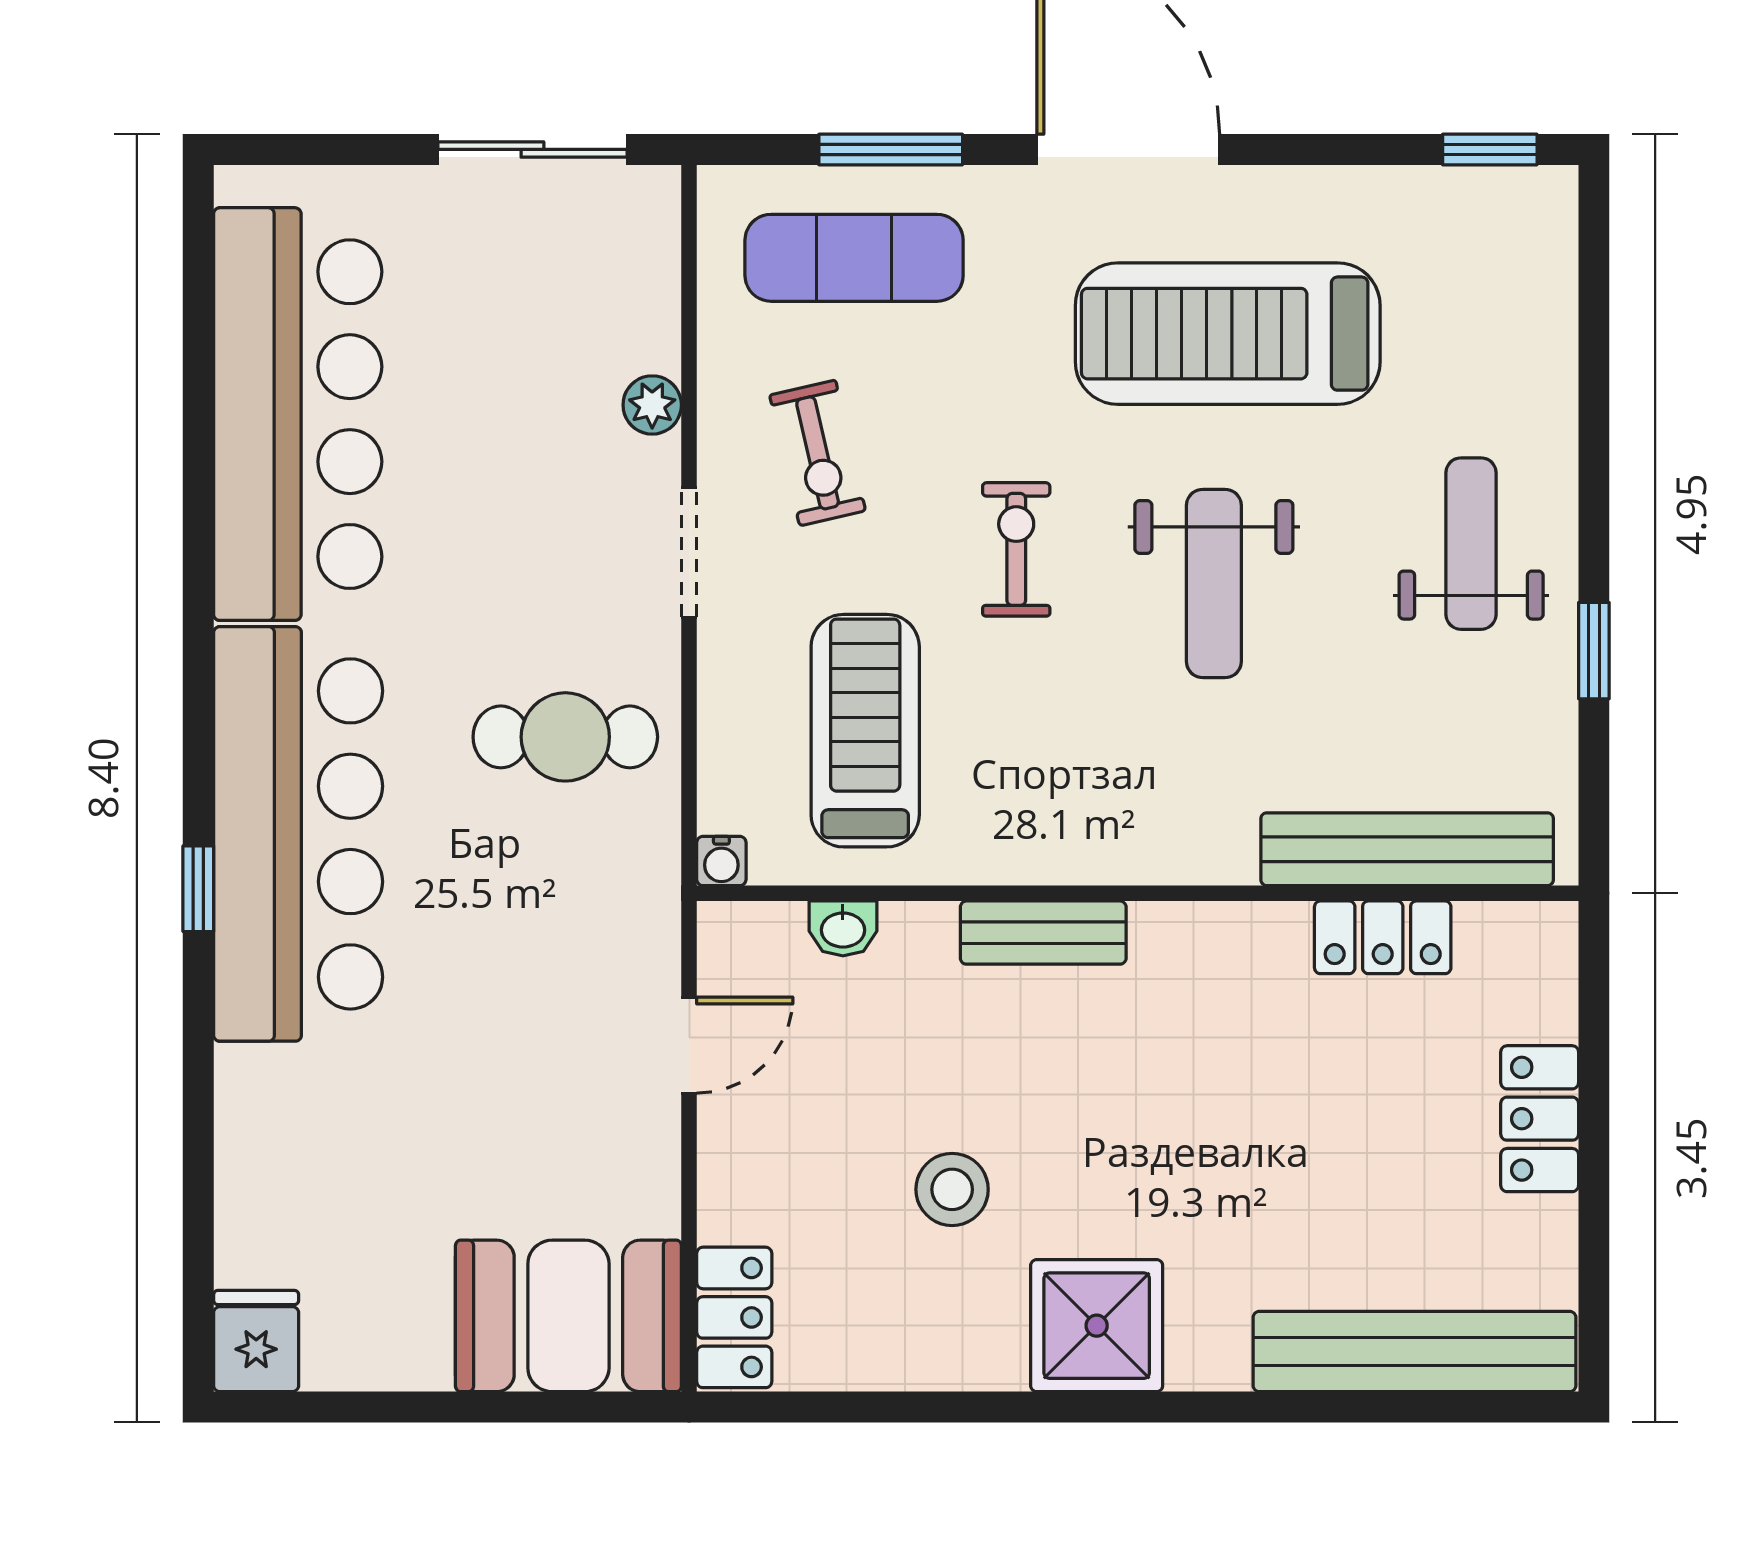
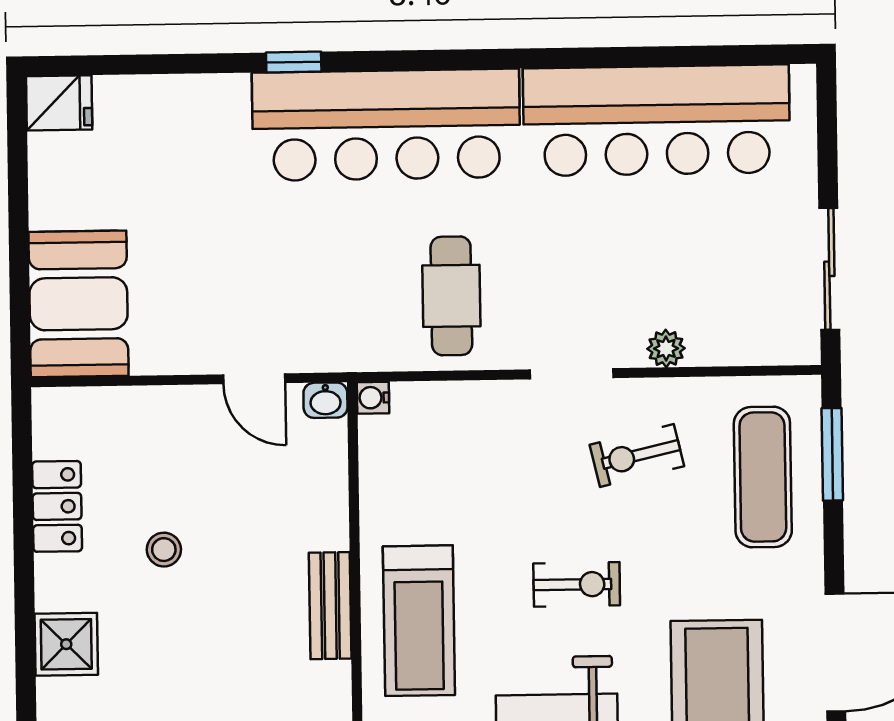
window: (891, 149) -> (832, 454), moved
treadmill: (865, 731) -> (419, 621), moved, turned 90
window: (198, 889) -> (294, 62), moved
washbasin: (843, 928) -> (325, 400), moved, turned -90
stool: (952, 1189) -> (164, 550), width x0.73, depth x0.73
locker: (734, 1317) -> (57, 506), moved, turned -90
shower: (1097, 1326) -> (66, 644), width x0.73, depth x0.73

